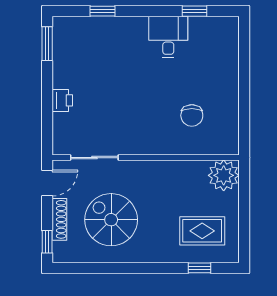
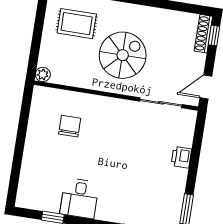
plant: (224, 175) -> (43, 74), width x0.53, depth x0.53
shoe rack: (59, 219) -> (203, 34), moved
spiral stairs: (111, 220) -> (123, 55), moved, turned -90

